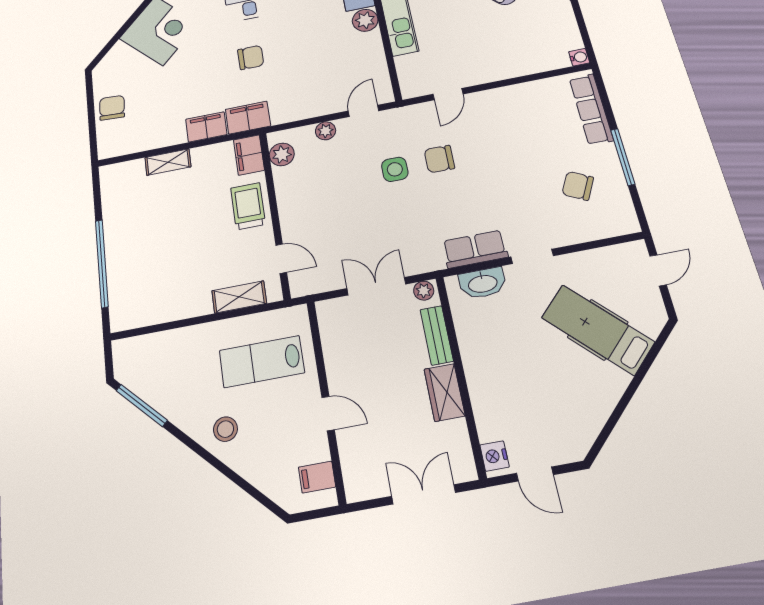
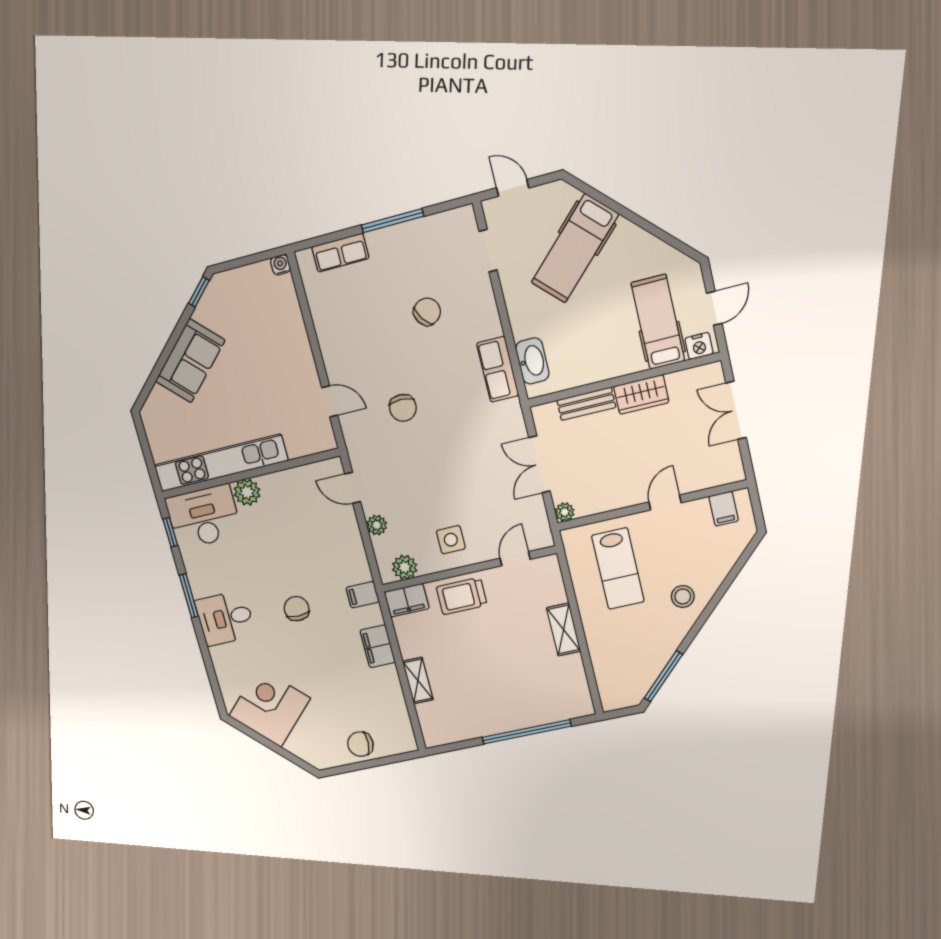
row of seats: (591, 109) -> (340, 253), width x0.68
filing cabinet: (248, 118) -> (363, 595), width x0.50
side table: (395, 169) -> (451, 540), moved
chair: (578, 186) -> (427, 312), moved, turned -151
doorway: (532, 256) -> (488, 251), moved
plant: (424, 291) -> (565, 512), moved
shelving: (239, 297) -> (564, 630), moved
hospital bed: (521, 413) -> (658, 322), added

